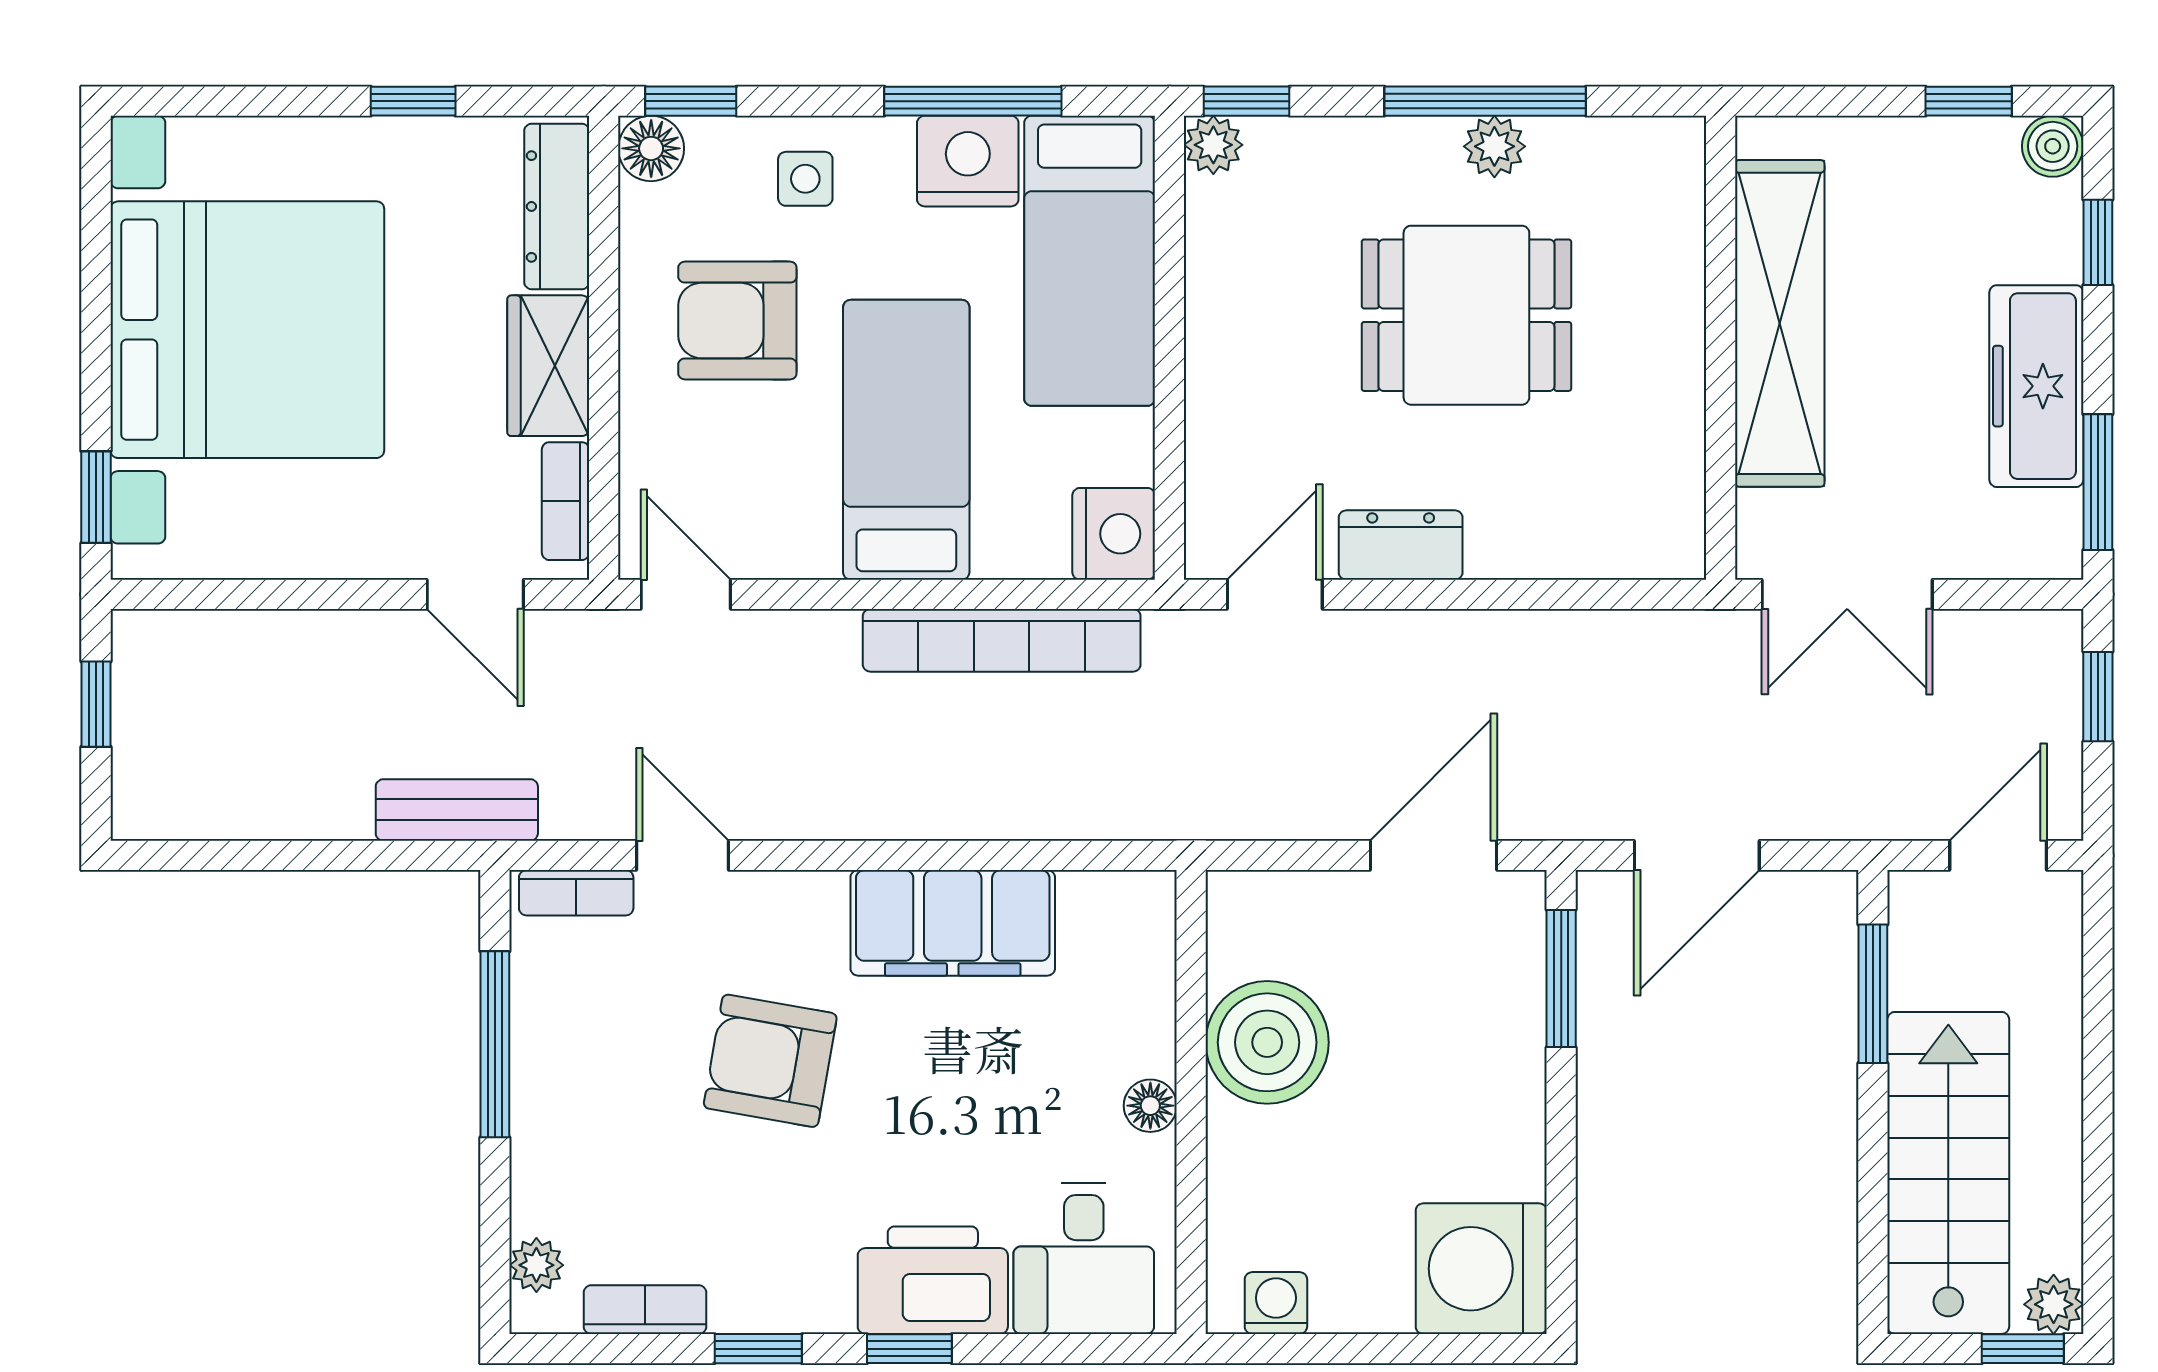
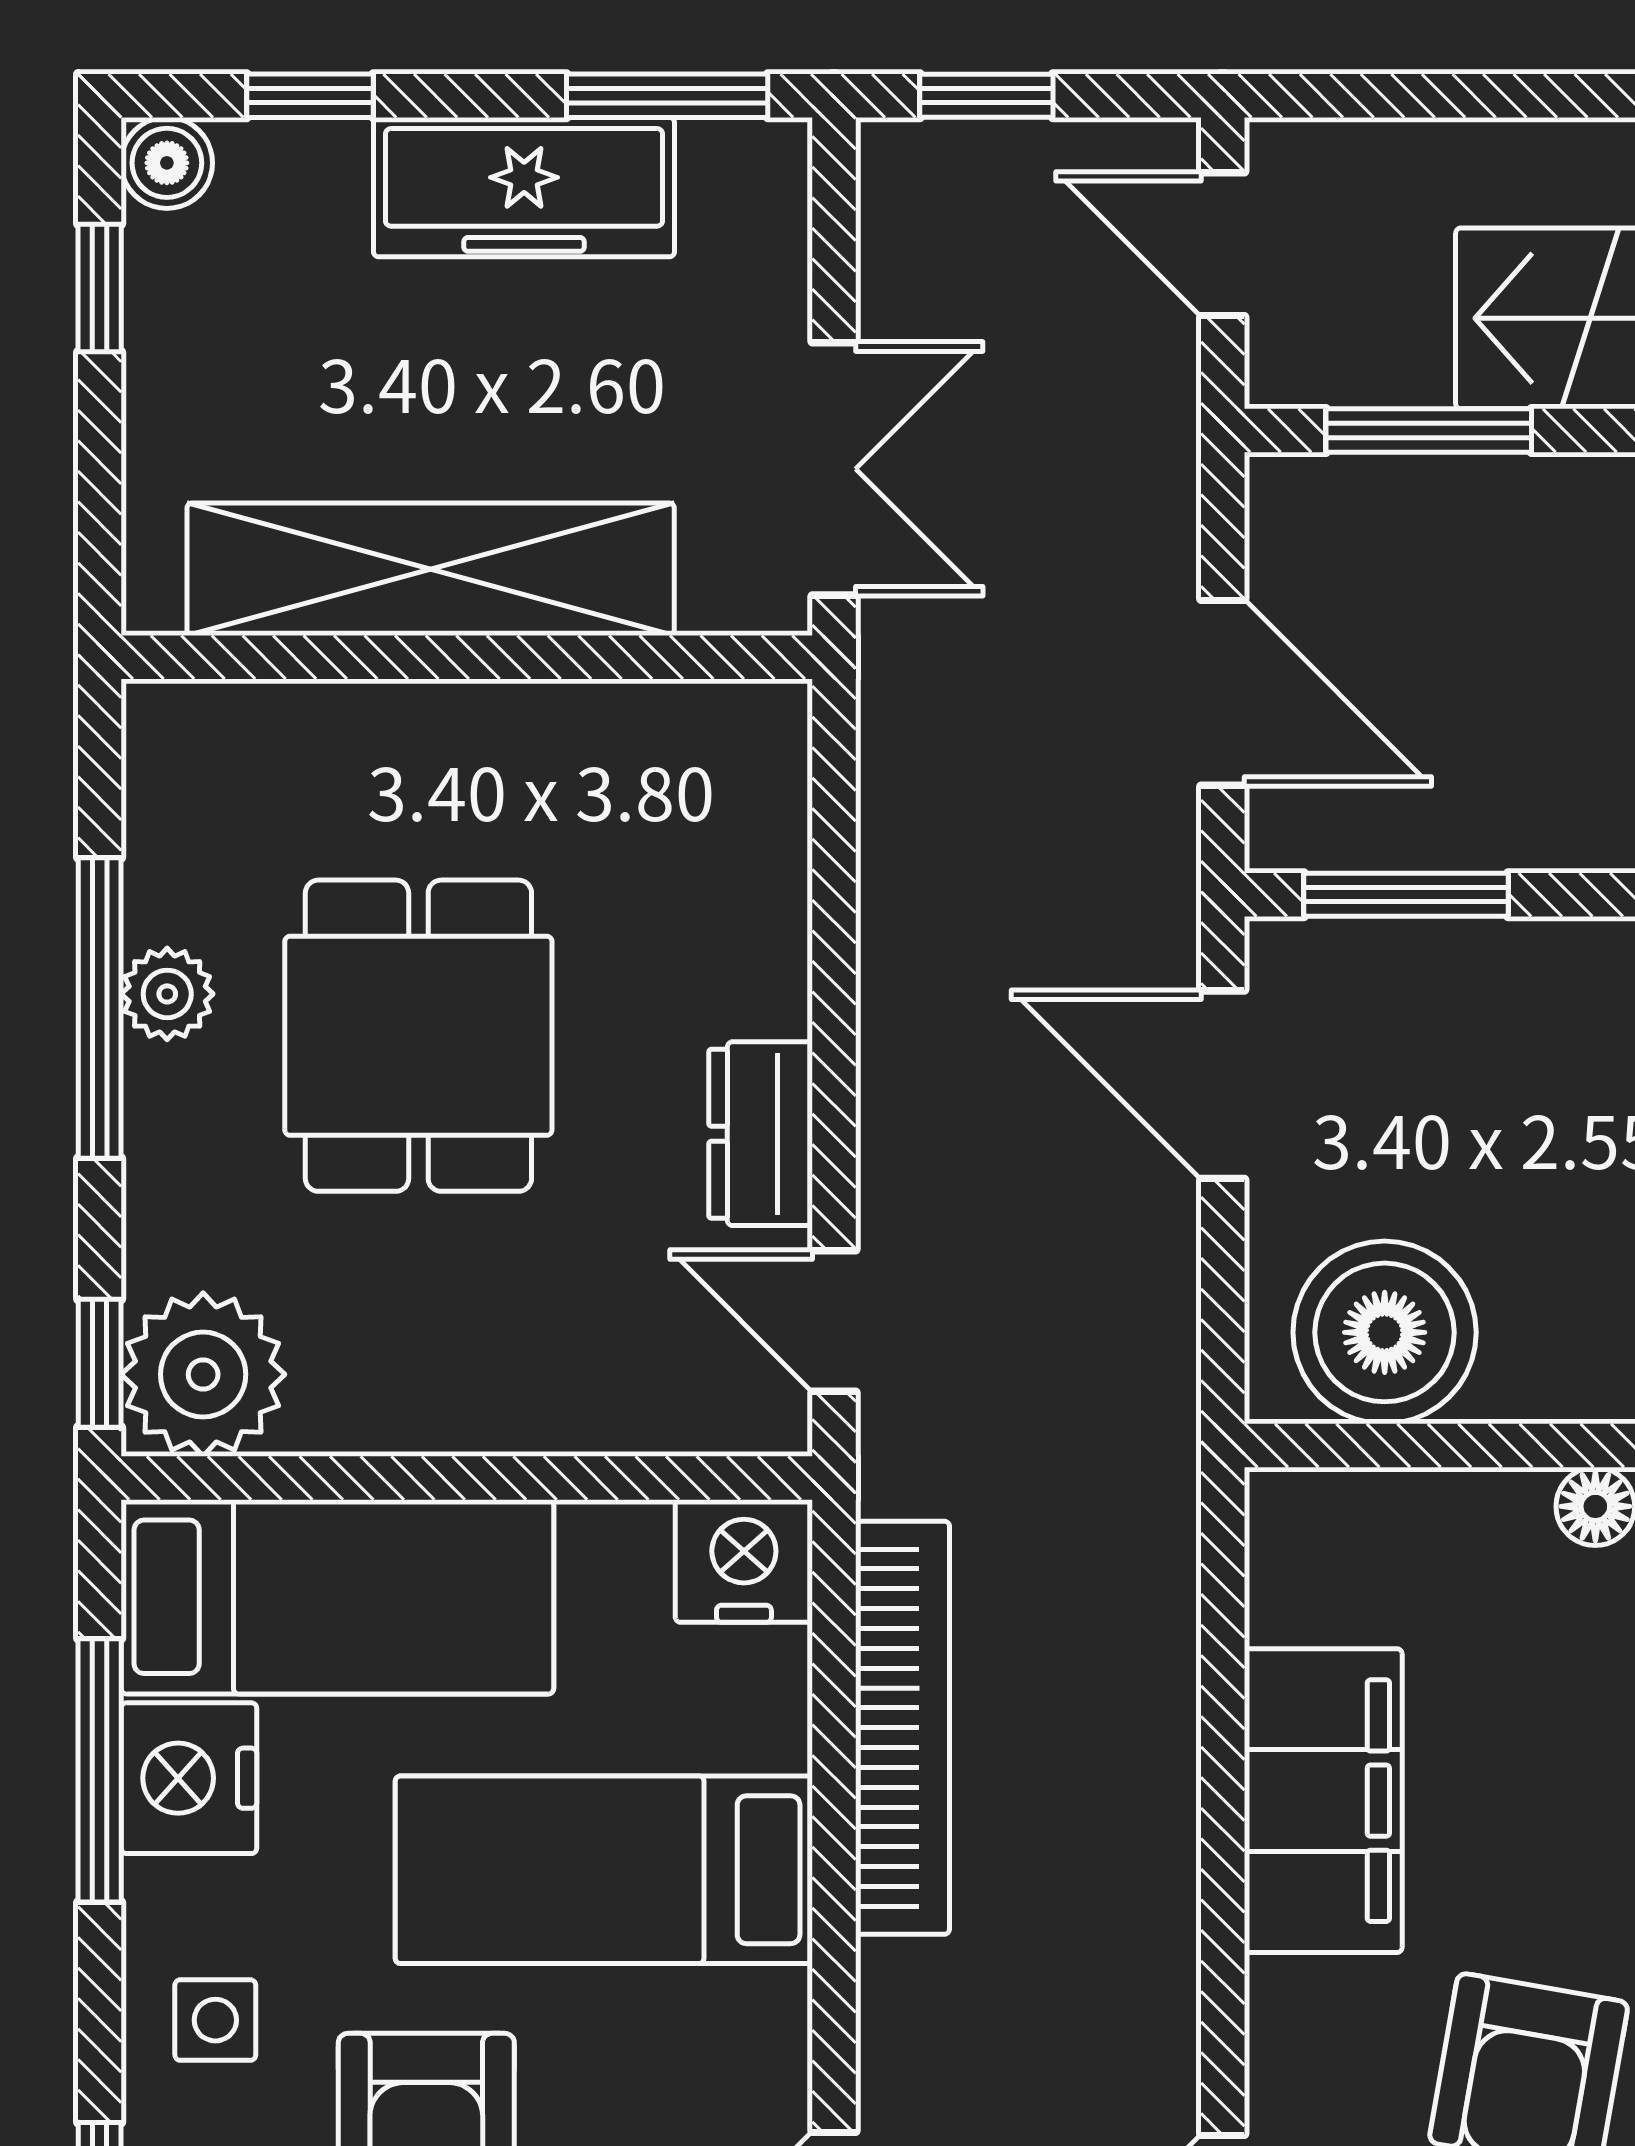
plant: (1213, 145) -> (203, 1374), width x1.88, depth x1.88
boiler: (1267, 1042) -> (1385, 1332), moved

